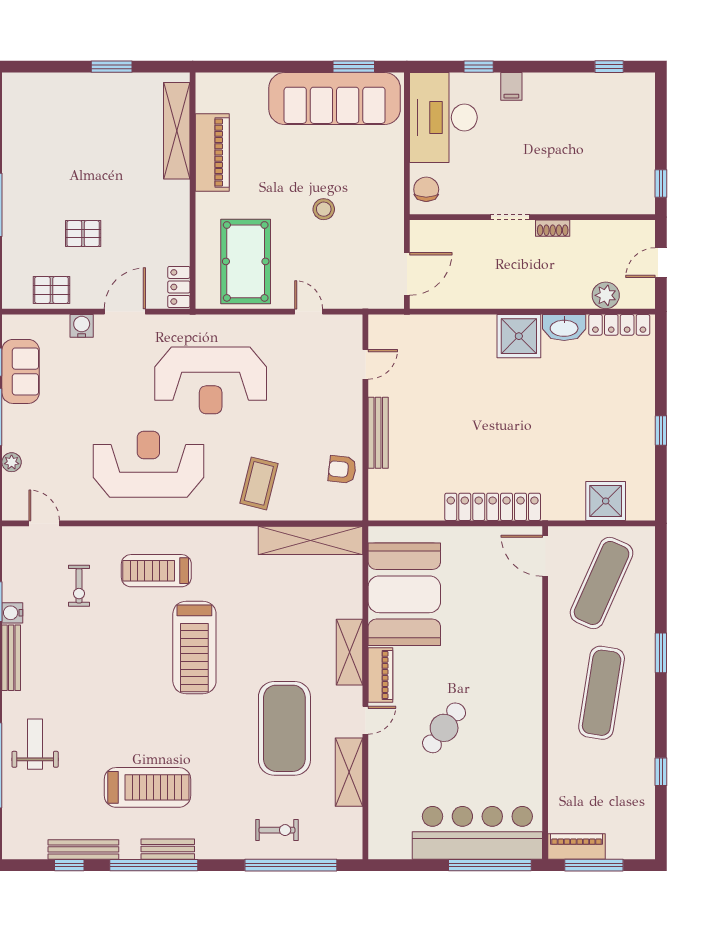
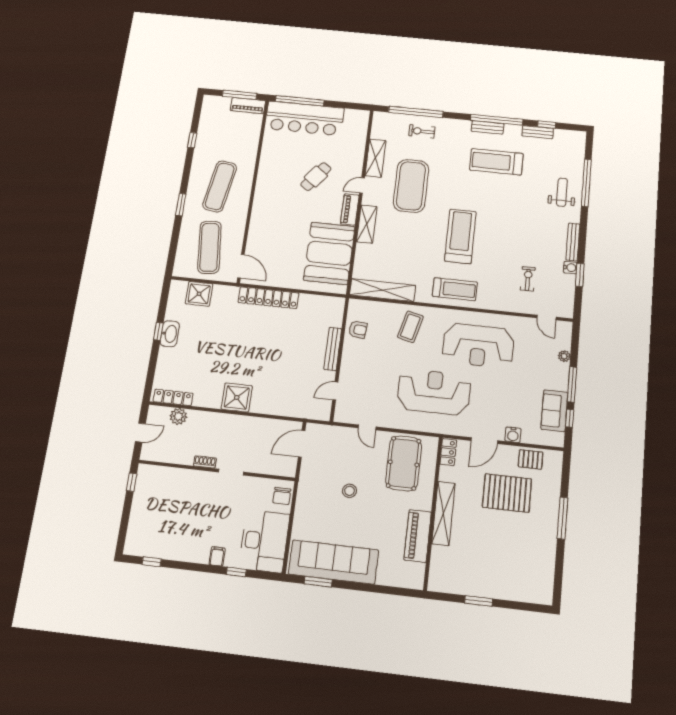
shelving: (177, 131) -> (443, 513), moved
pallet: (83, 234) -> (507, 493), width x2.05, depth x2.00
washbasin: (564, 327) -> (170, 334), moved, turned 90
treadmill: (156, 571) -> (455, 289), moved
exercise mat: (602, 583) -> (209, 247), turned -30
weight bench: (35, 744) -> (562, 192), turned 180
bench: (83, 849) -> (538, 132), width x0.73

